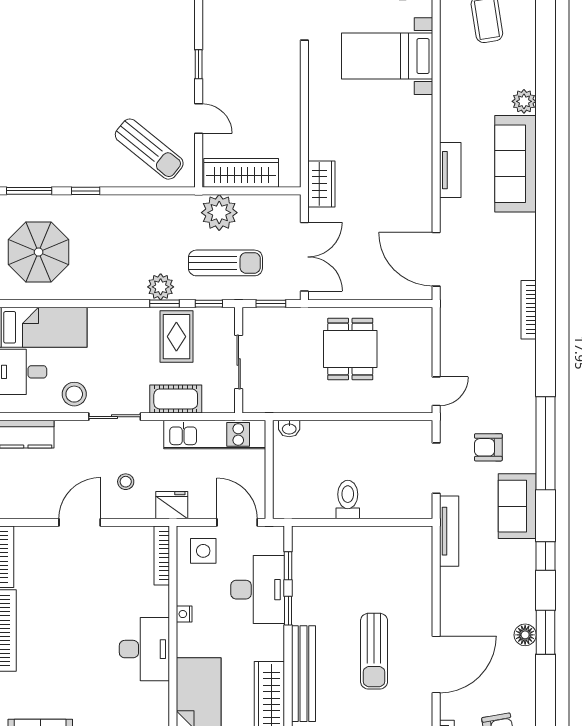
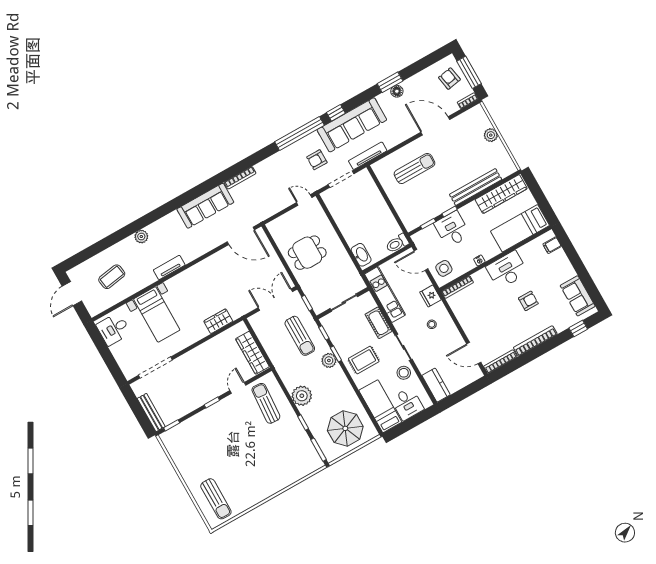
sun lounger: (149, 149) -> (266, 403), turned -35
sofa: (515, 164) -> (205, 206), moved
tv unit: (450, 170) -> (169, 267), moved
wardrobe: (321, 184) -> (218, 321), moved
plant: (219, 213) -> (302, 396), moved
door: (436, 259) -> (241, 236), hinge flipped
sun lounger: (225, 263) -> (300, 336), turned 180
rug: (176, 337) -> (364, 360), moved
washbasin: (289, 428) -> (361, 255), width x1.91, depth x1.45
armchair: (488, 447) -> (317, 160), turned 90
toilet: (348, 499) -> (397, 243), moved
sofa: (517, 506) -> (352, 125), width x1.85, depth x1.27
door: (80, 522) -> (474, 353), moved
door: (237, 522) -> (421, 260), hinge flipped
window: (545, 556) -> (336, 113), moved
desk: (258, 590) -> (452, 229), width x0.73
sun lounger: (374, 651) -> (414, 169), moved
armchair: (76, 655) -> (528, 301), added

